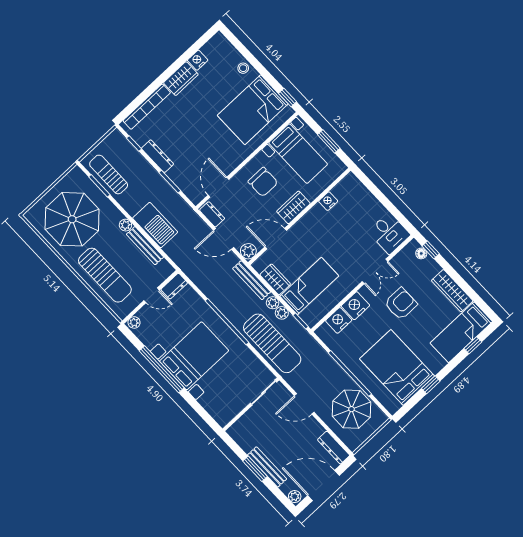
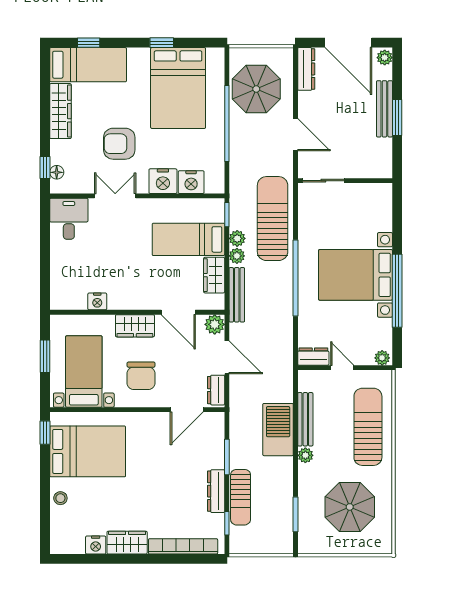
sun lounger: (109, 174) -> (241, 497), moved
chair: (263, 182) -> (141, 376), turned 180
parasol: (72, 219) -> (350, 507), width x0.73, depth x0.73

